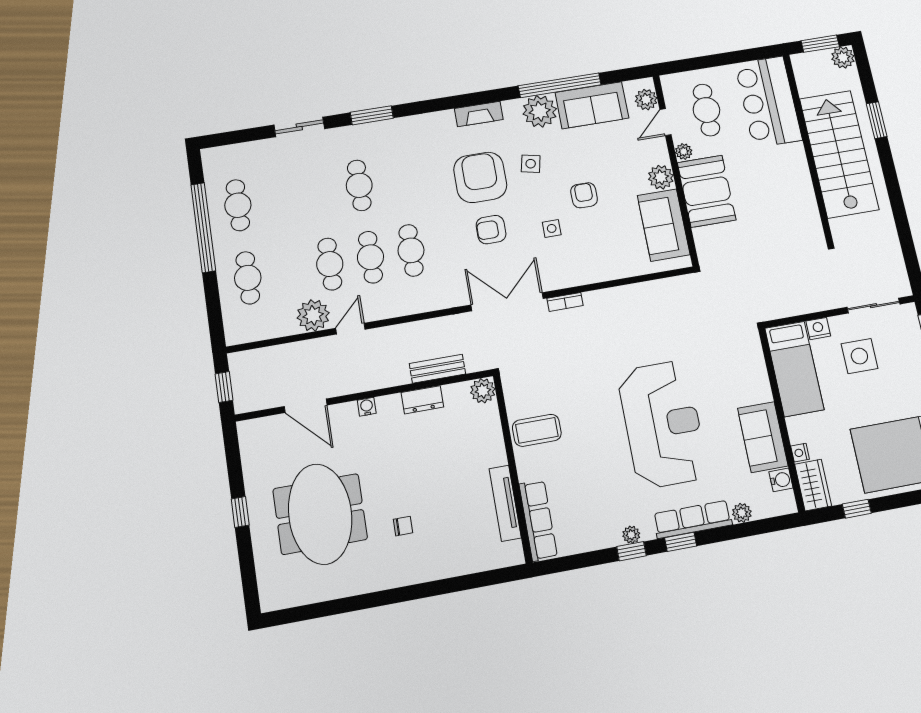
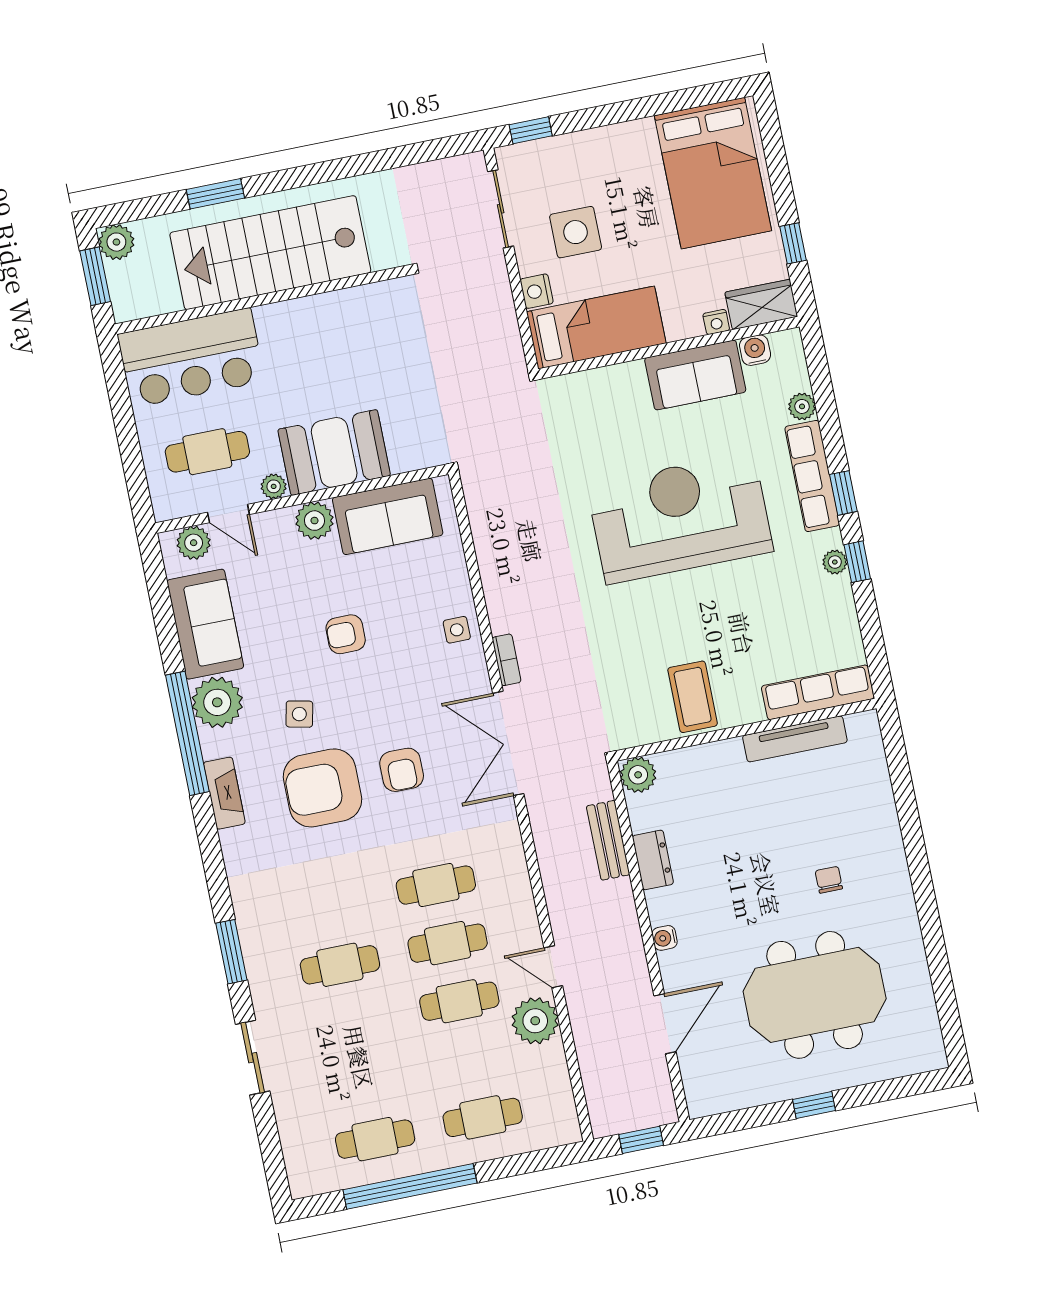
window: (560, 85) -> (187, 733), moved
side table: (552, 228) -> (457, 630), moved

